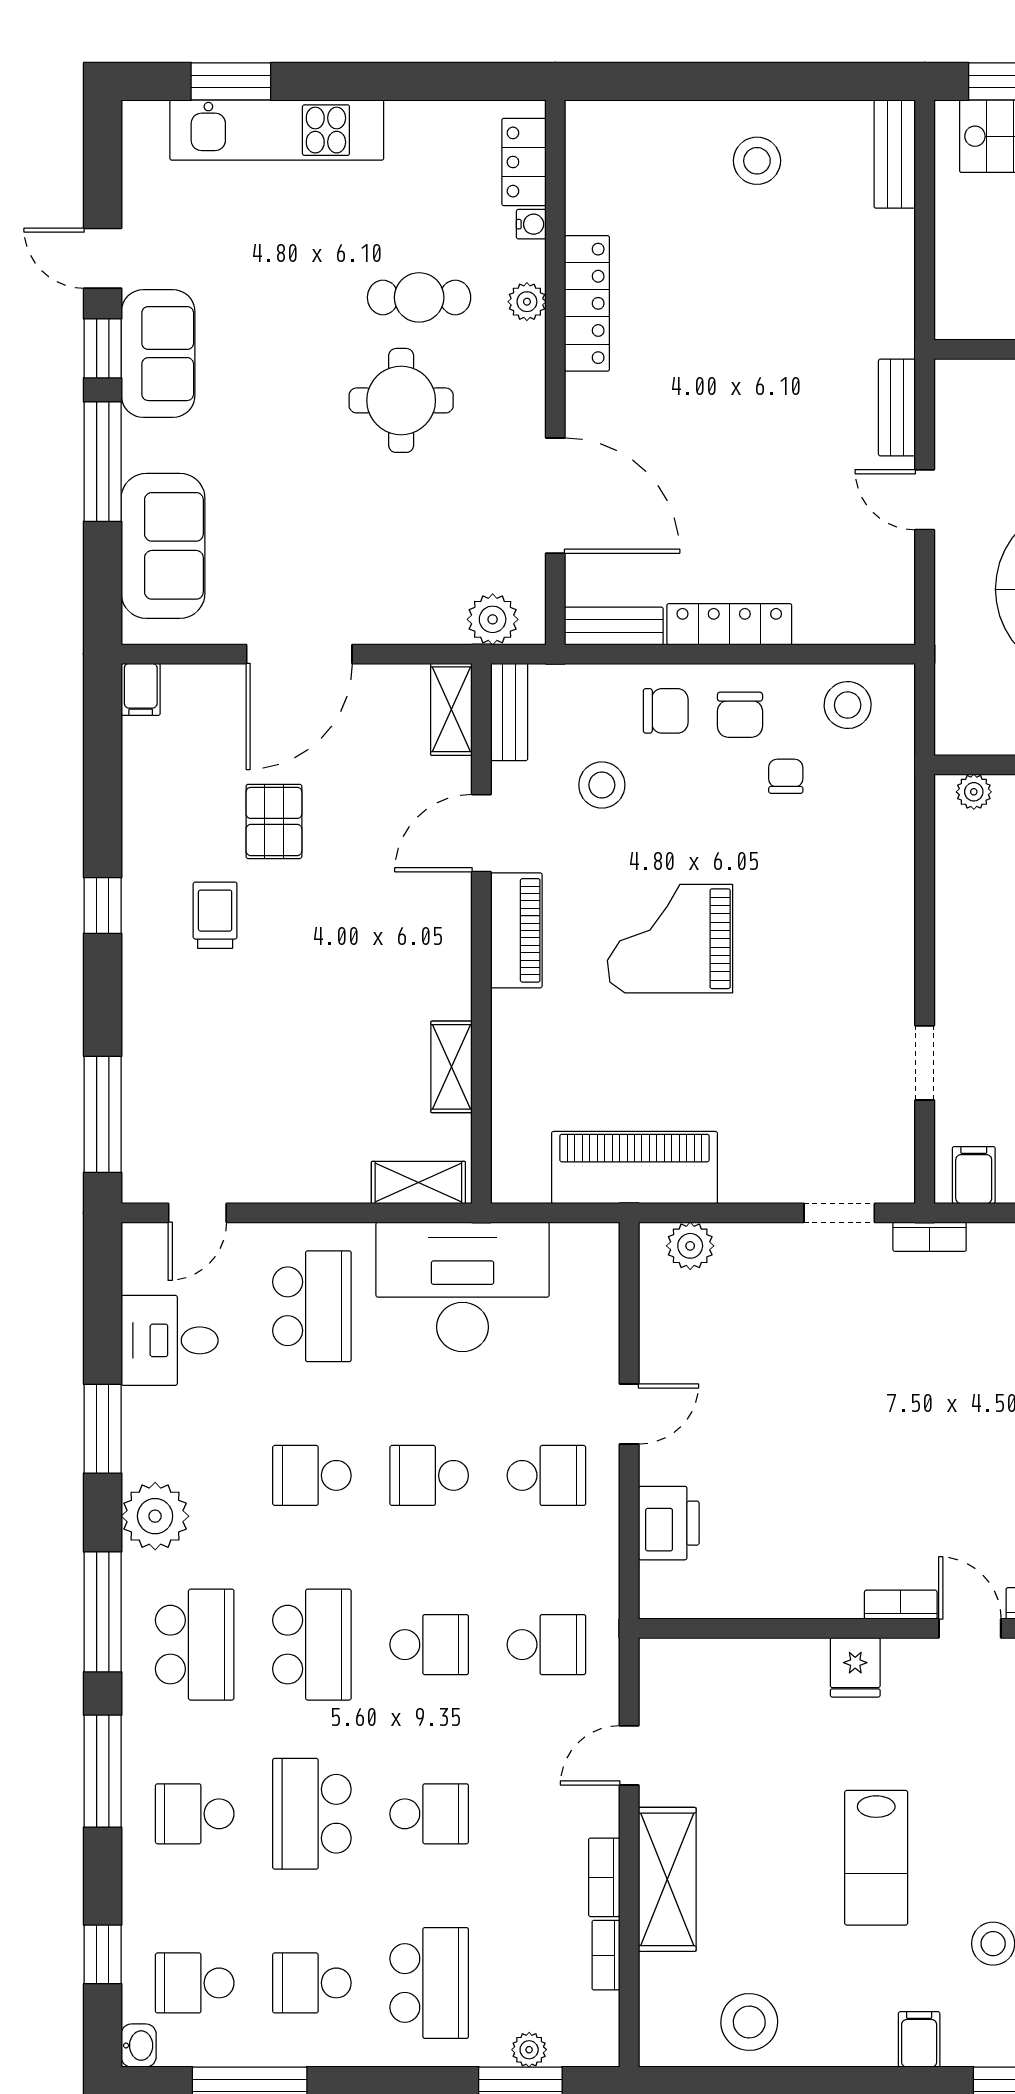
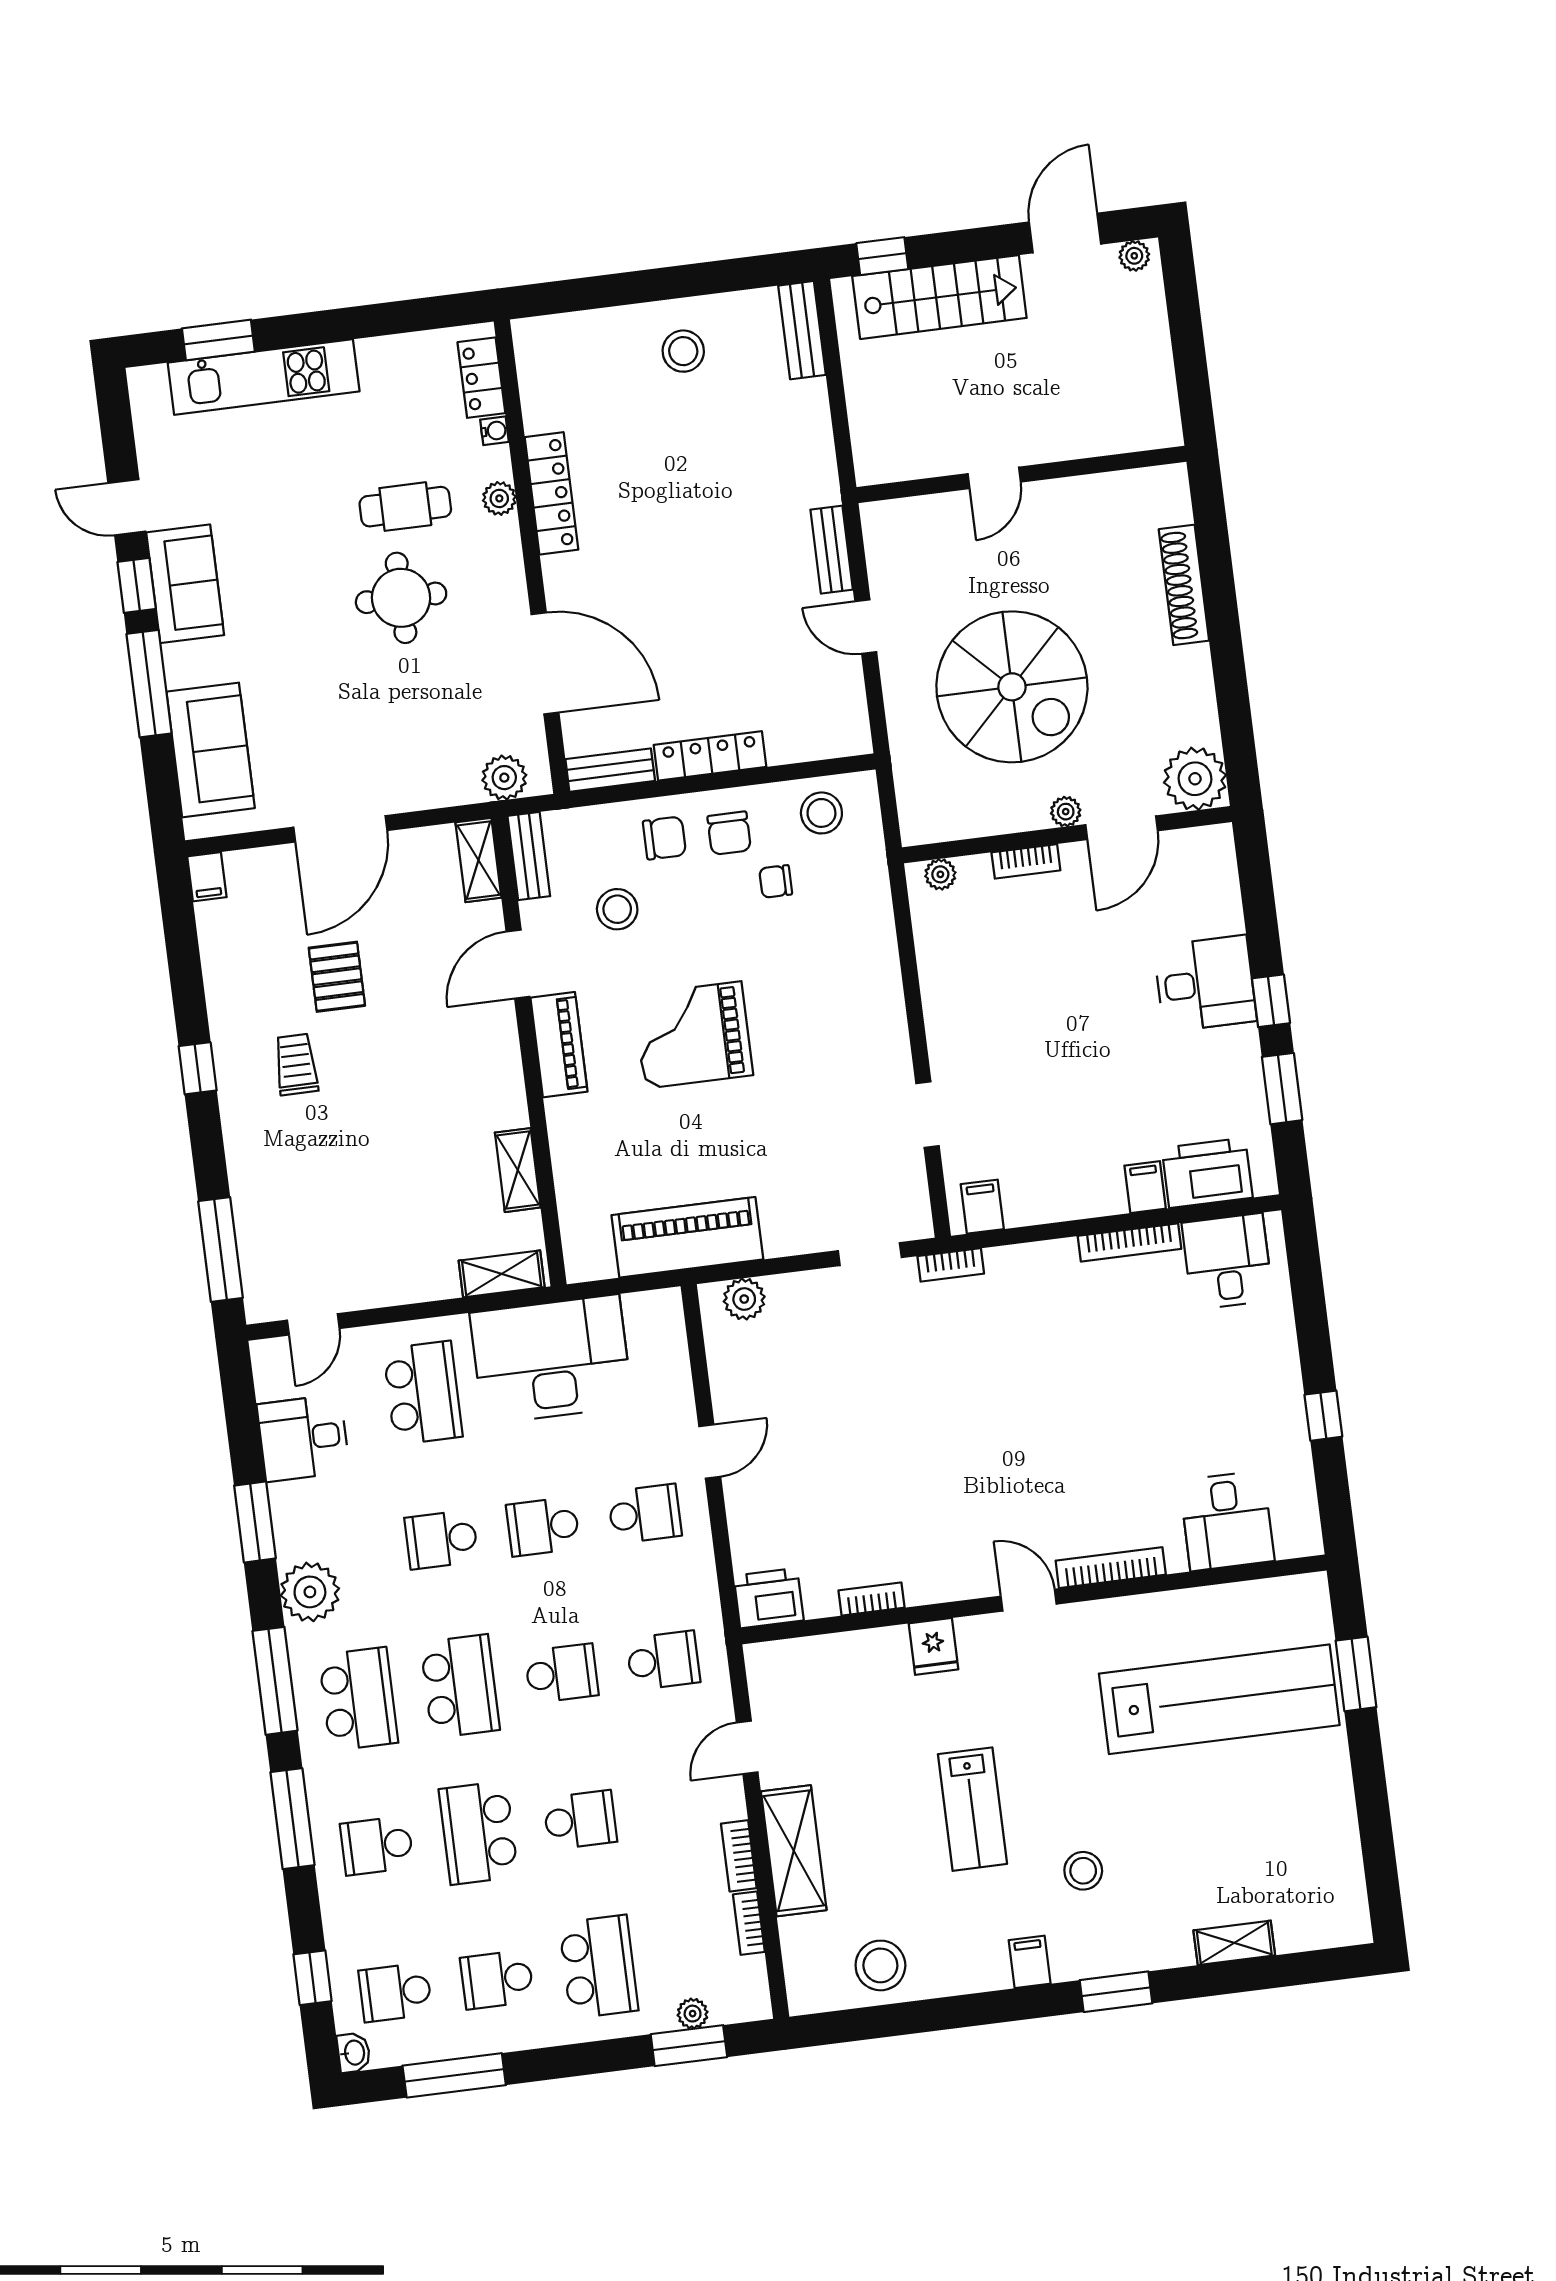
chair: (786, 776) -> (776, 881), turned -90
printer: (669, 1523) -> (769, 1598), moved, turned -90
bookcase: (901, 1605) -> (872, 1599), moved

